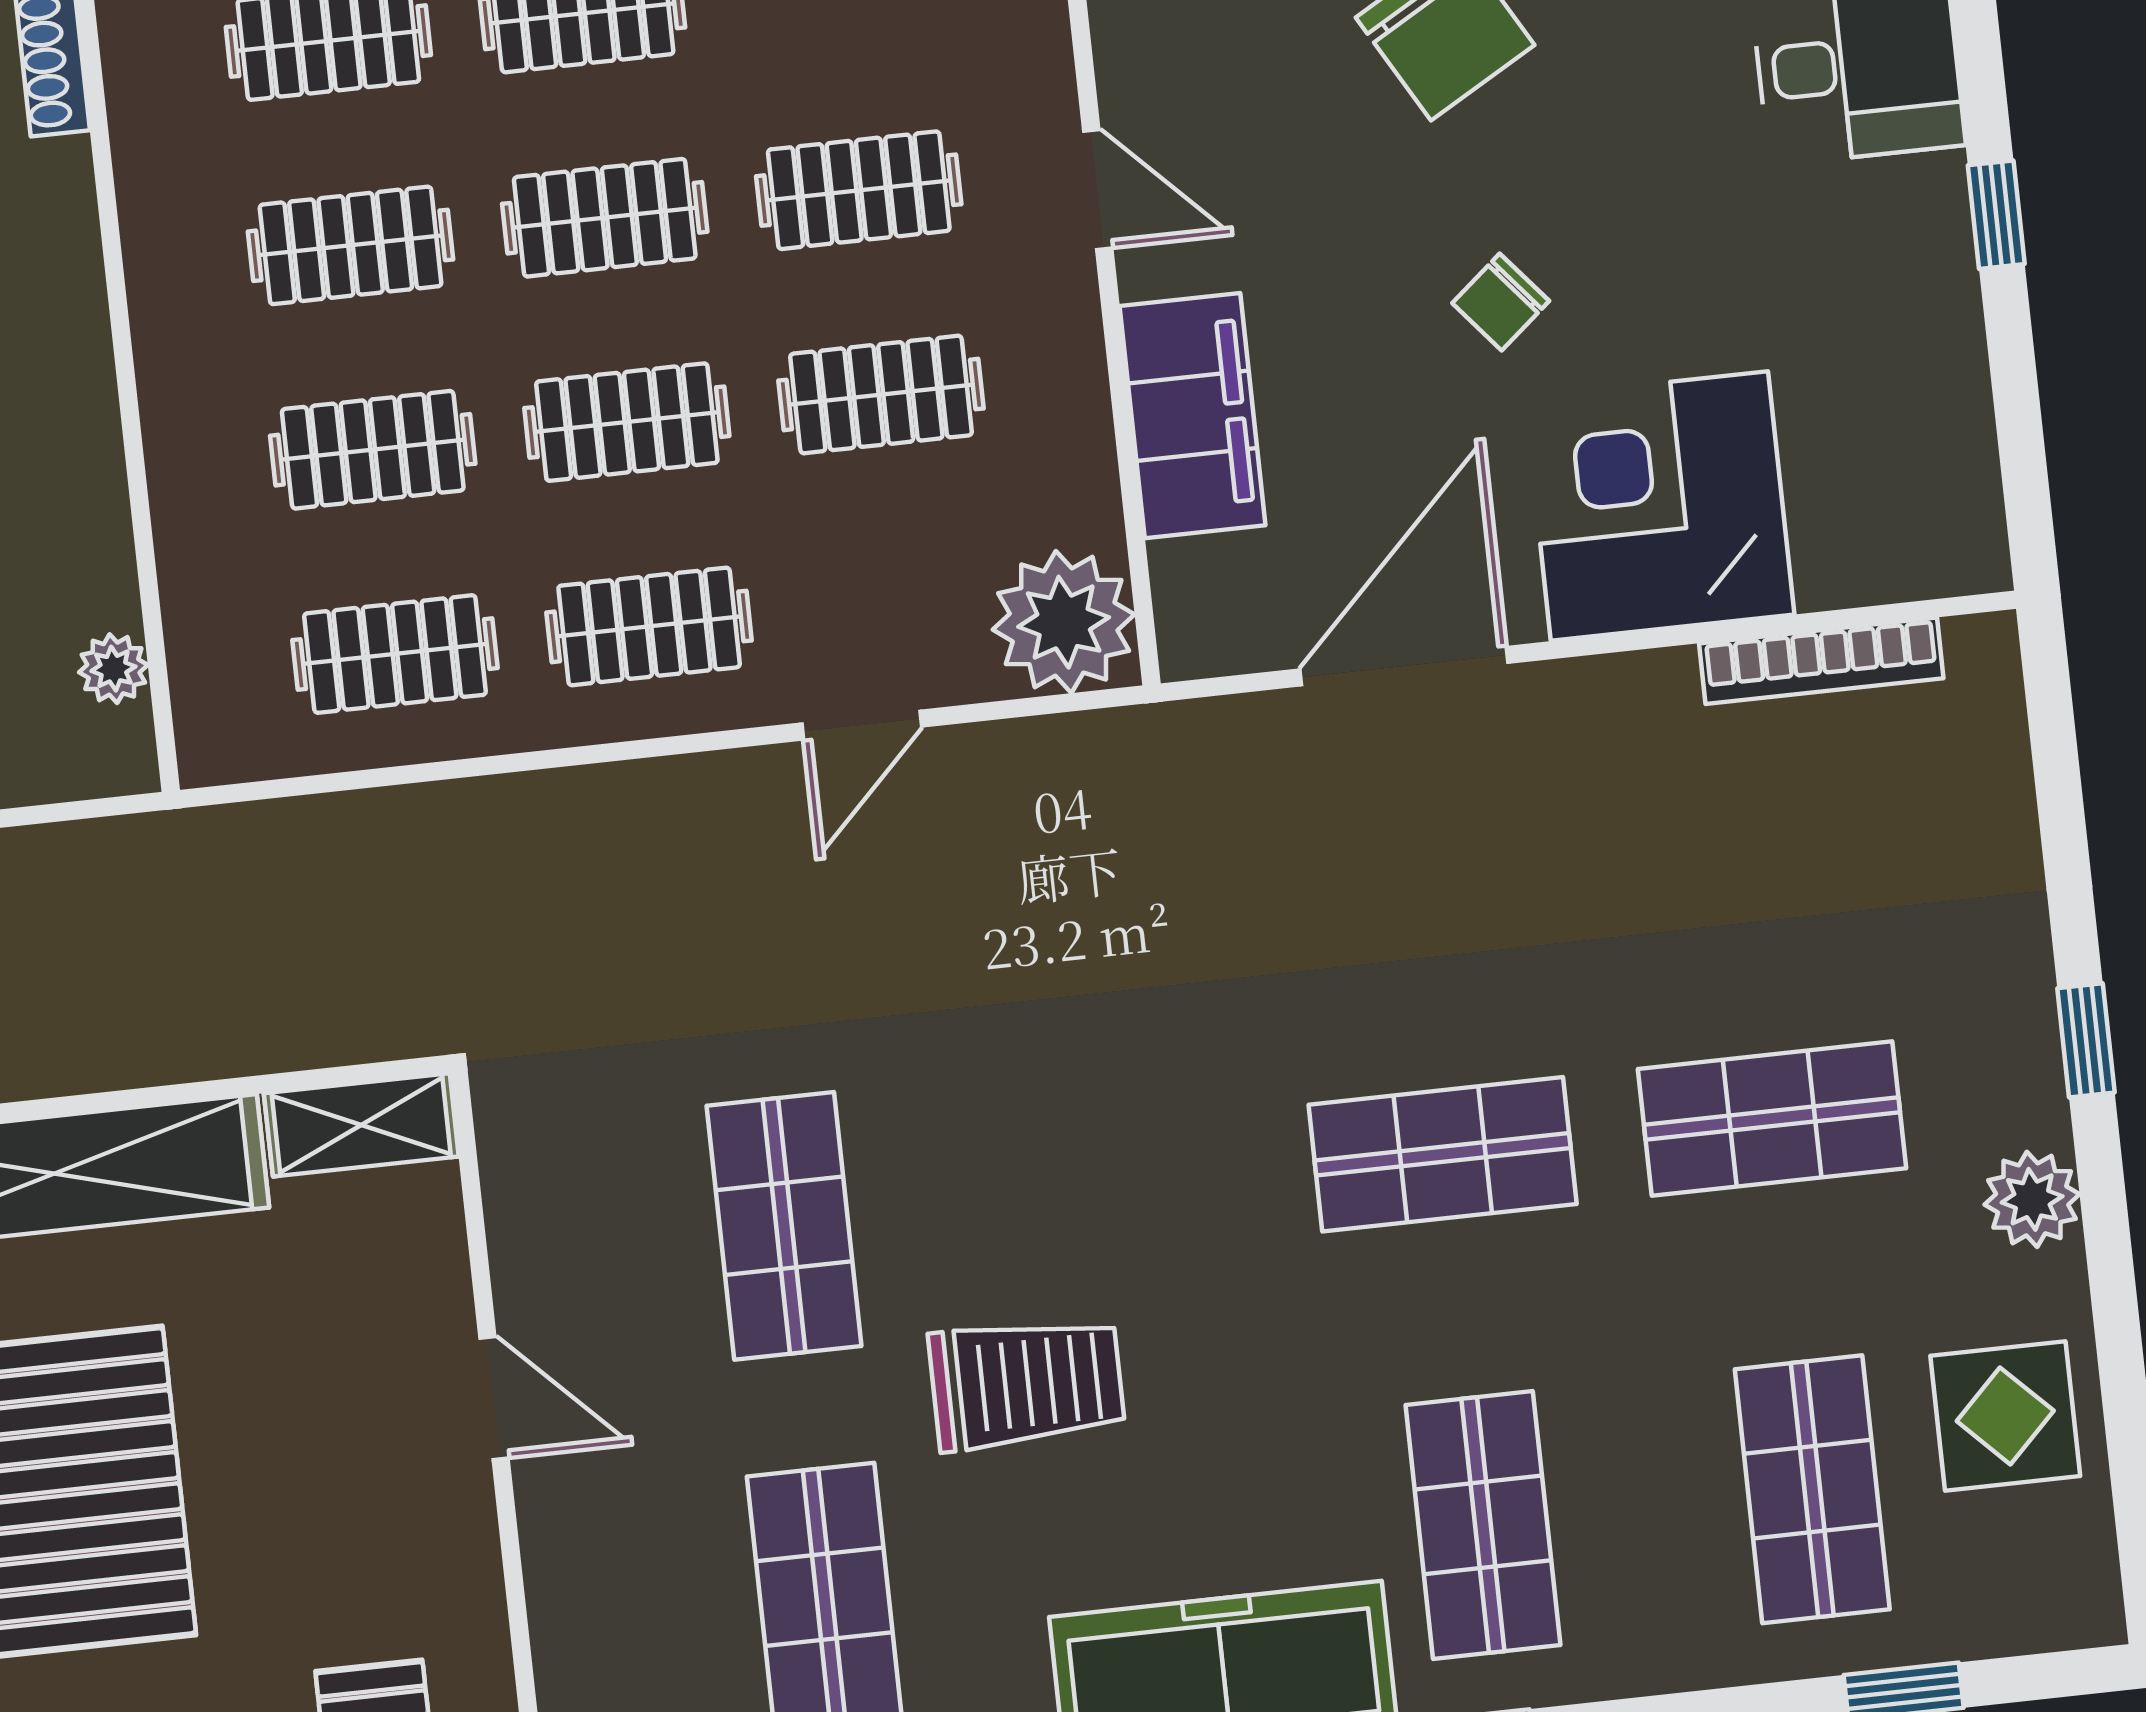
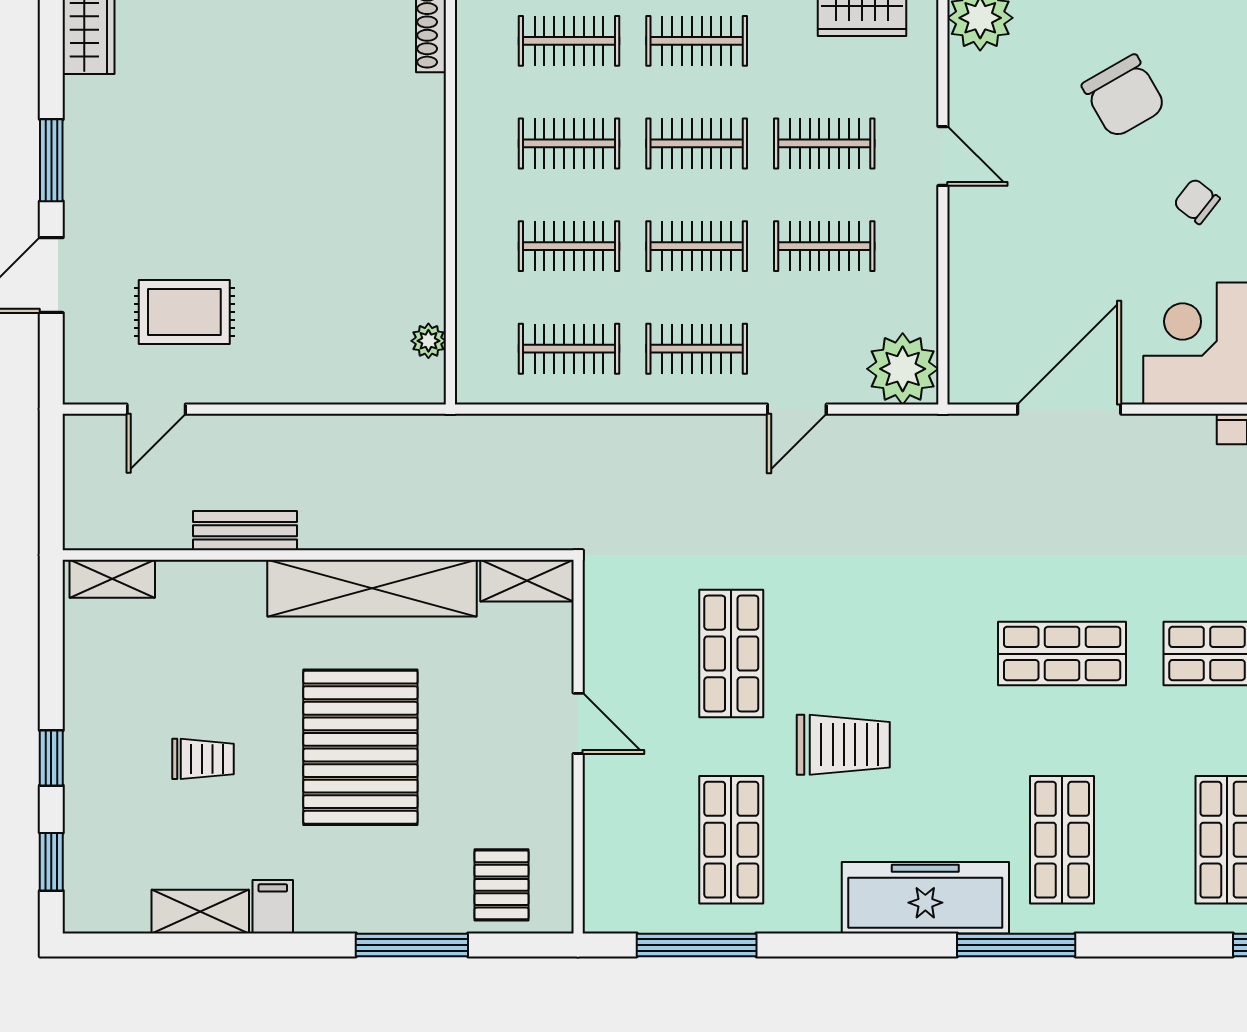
chair: (1501, 302) -> (1197, 201), moved, turned 78
filing cabinet: (1192, 416) -> (978, 273), removed

